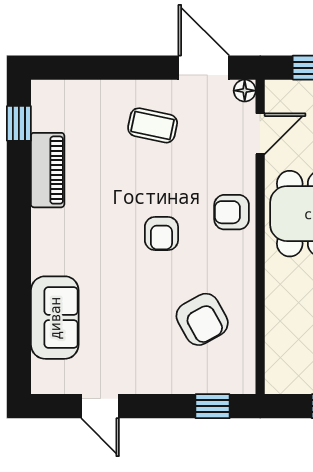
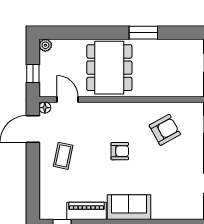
armchair: (232, 212) -> (109, 114), removed
sofa: (55, 318) -> (129, 207), moved

